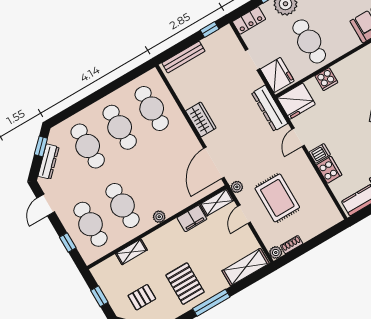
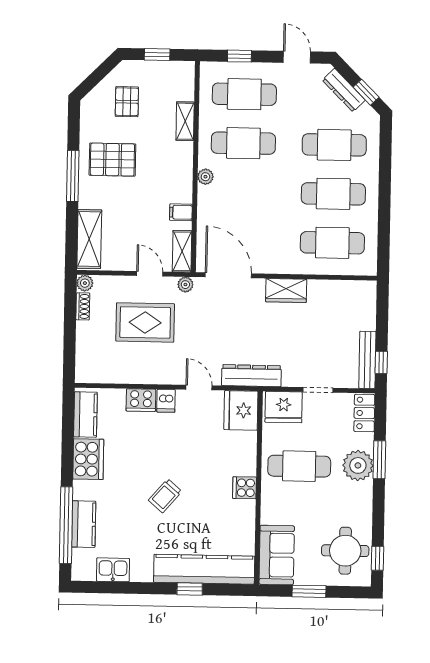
bench: (183, 57) -> (367, 360), moved
cooker: (326, 79) -> (245, 488), moved
filing cabinet: (192, 218) -> (181, 212), width x0.50

